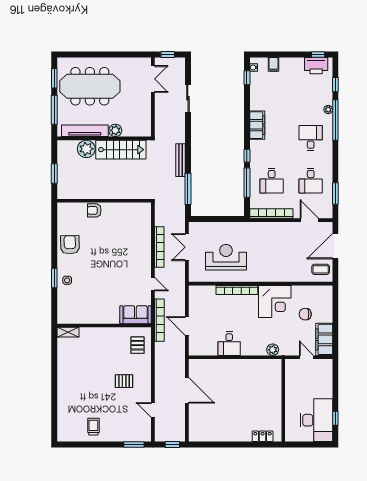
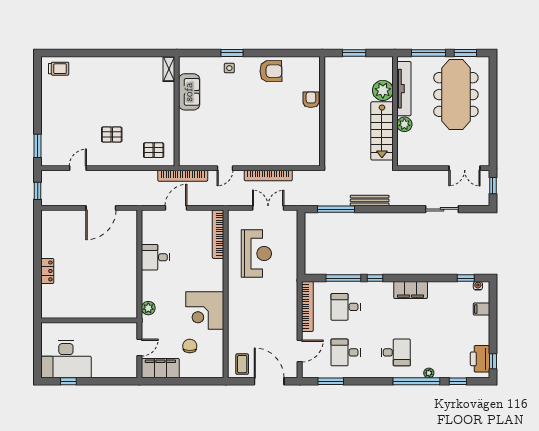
bookcase: (237, 290) -> (218, 234), moved
sofa: (135, 315) -> (189, 92), moved
pallet: (124, 381) -> (112, 135), turned 90
trolley: (93, 427) -> (59, 69), moved
locker: (263, 436) -> (47, 271), moved

